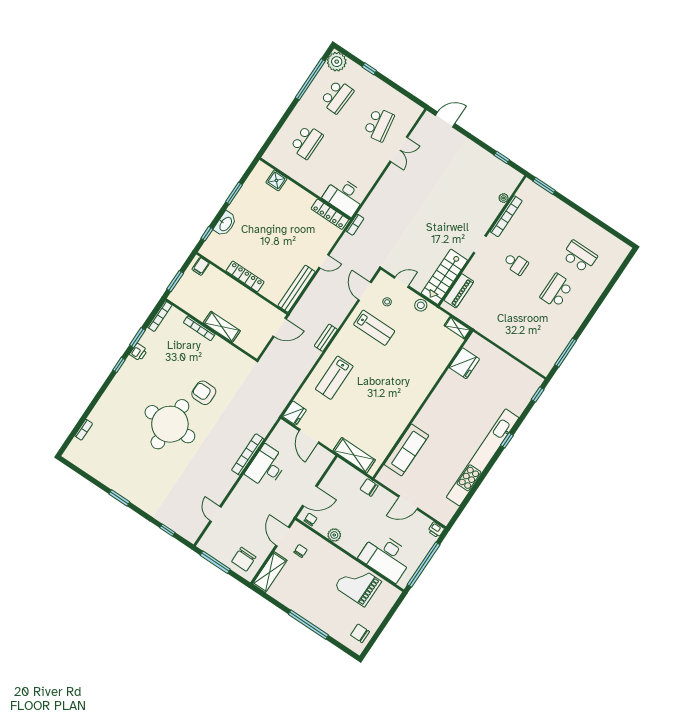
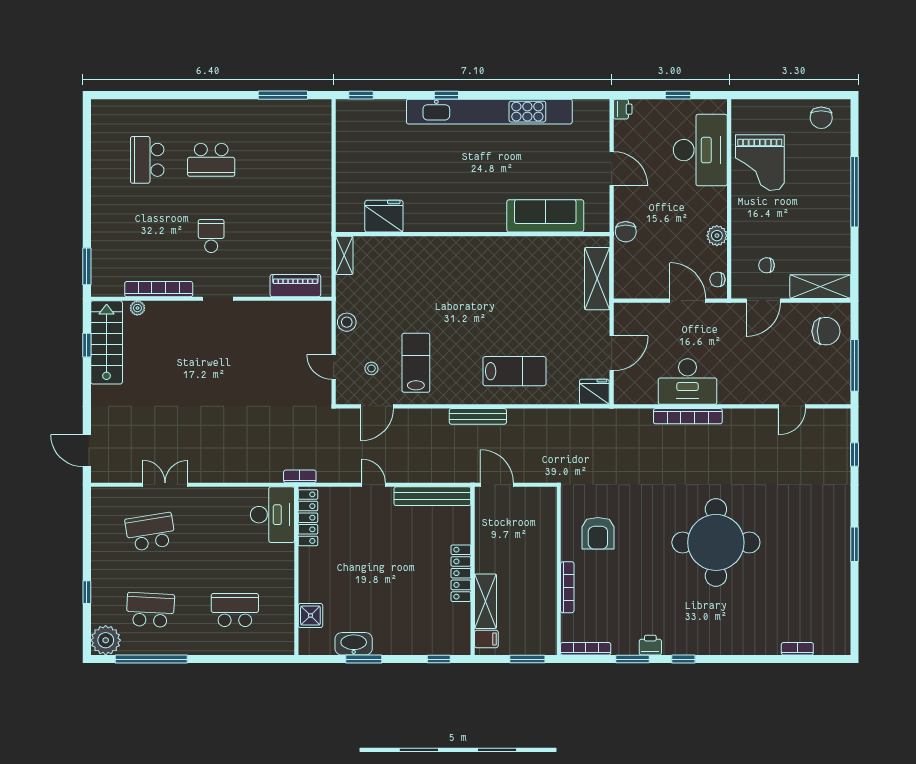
washbasin: (225, 224) -> (354, 644), moved
stairs: (444, 277) -> (107, 342), moved, turned -90
shelving: (222, 327) -> (485, 601), moved
bench: (326, 338) -> (478, 416), width x1.36
armchair: (204, 393) -> (598, 533), moved
window: (424, 565) -> (678, 95), width x0.32

